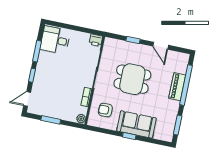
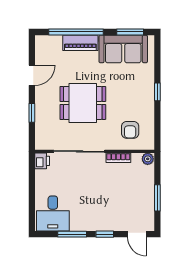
dining table: (132, 79) -> (83, 103), turned 90
sofa: (136, 124) -> (123, 49), moved, turned -90

